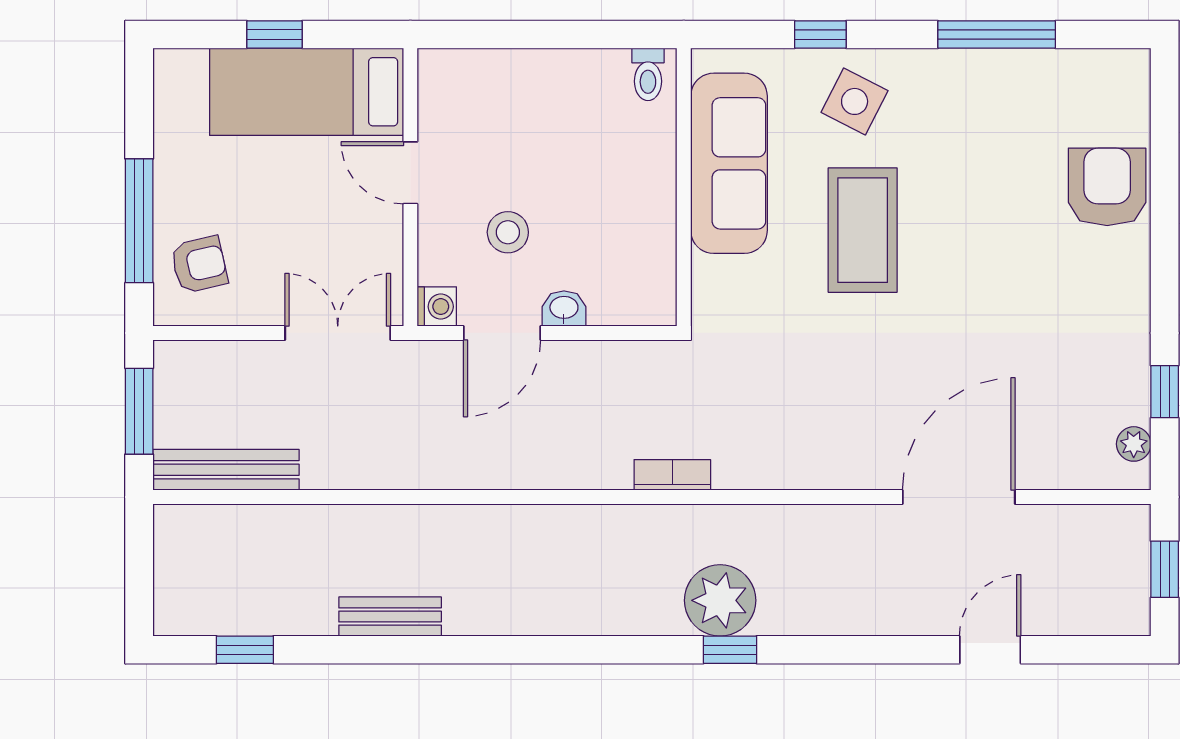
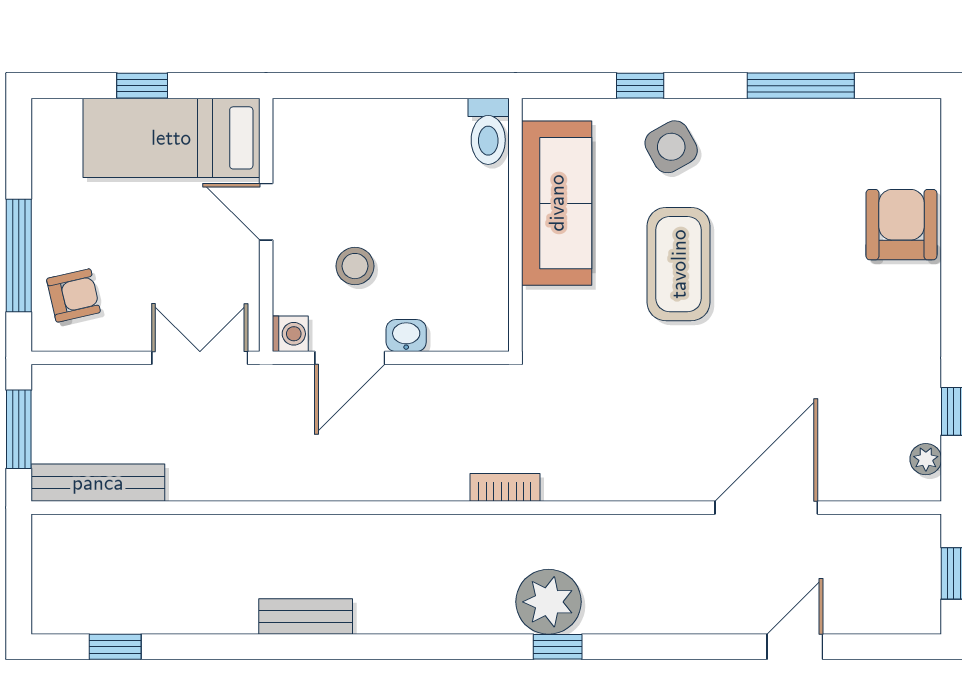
toilet: (648, 74) -> (488, 131), width x1.37, depth x1.39
side table: (855, 101) -> (671, 147), turned 34
bench: (390, 616) -> (306, 616), moved

